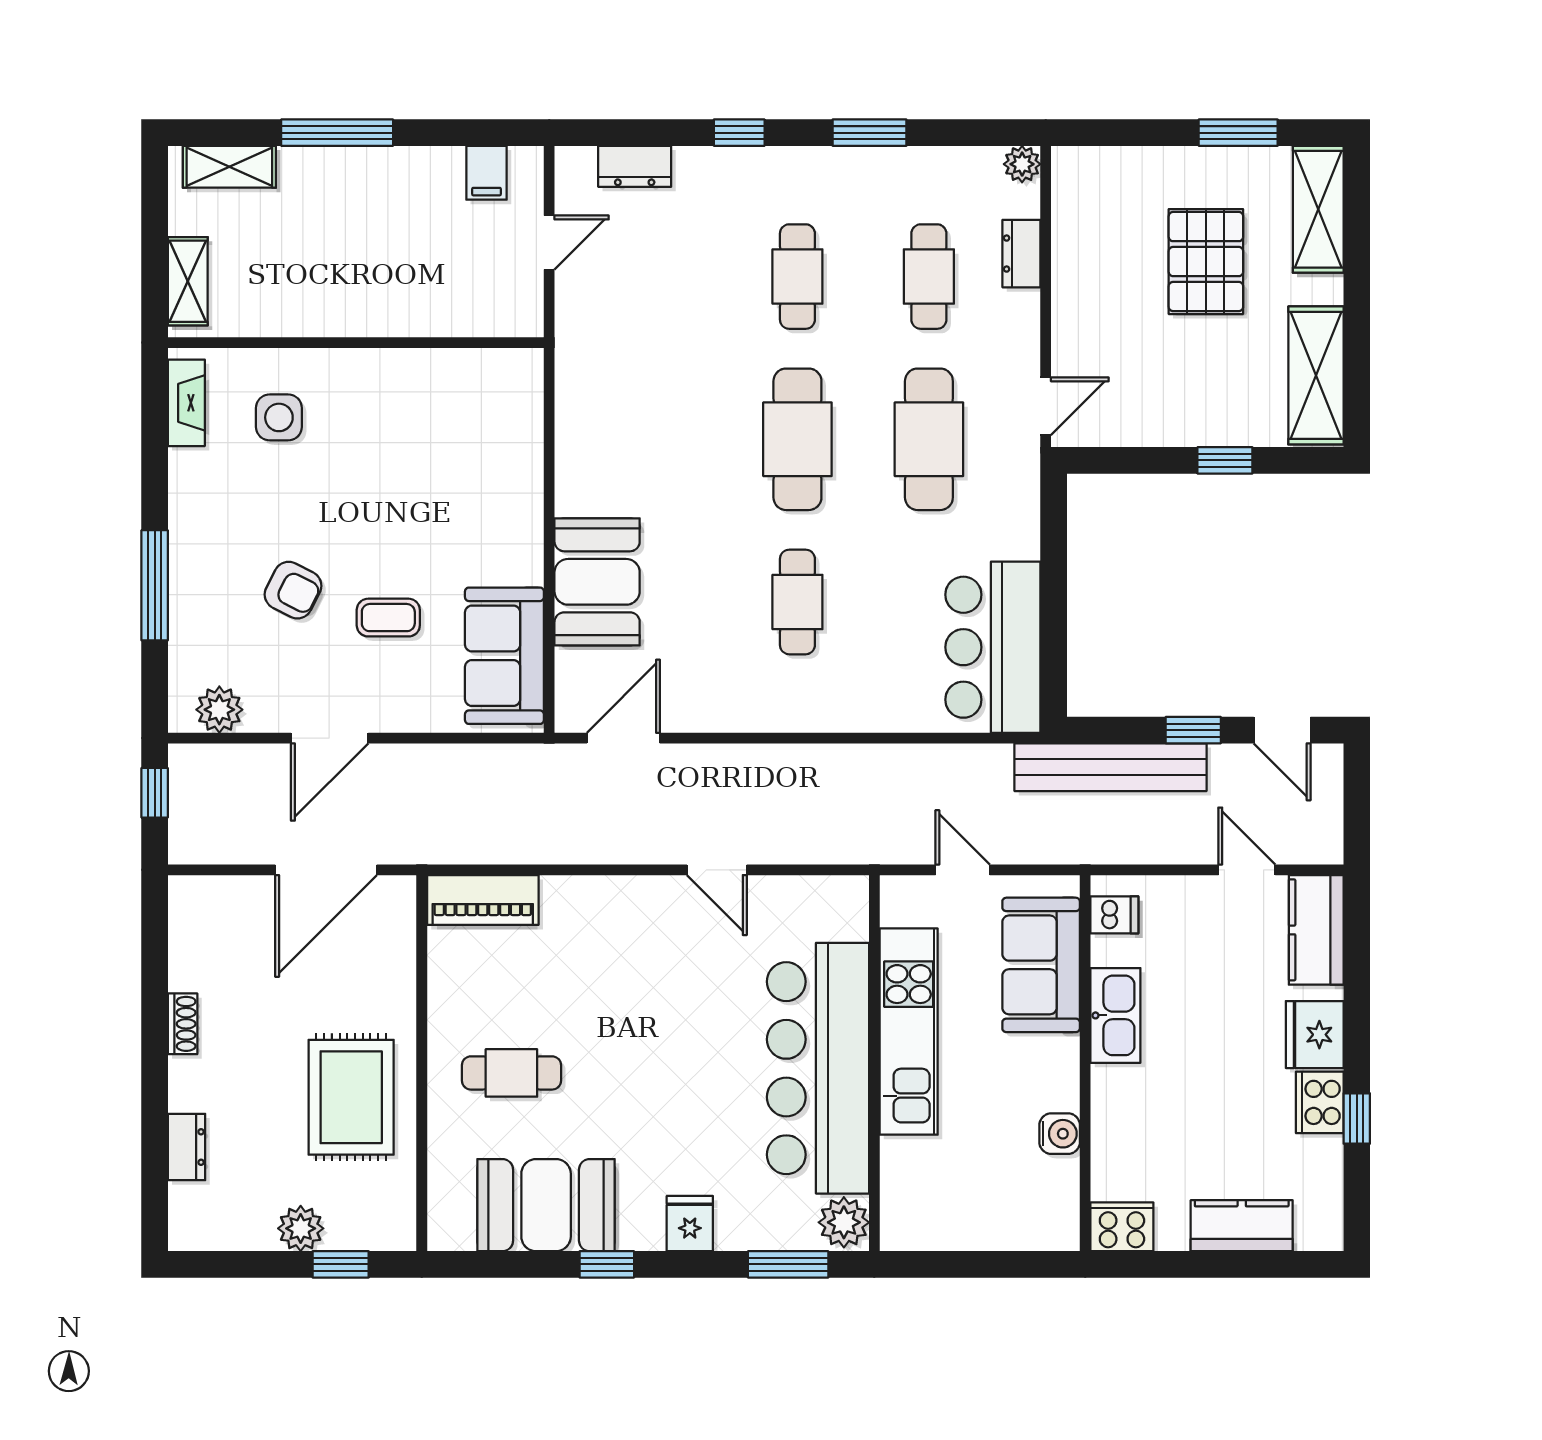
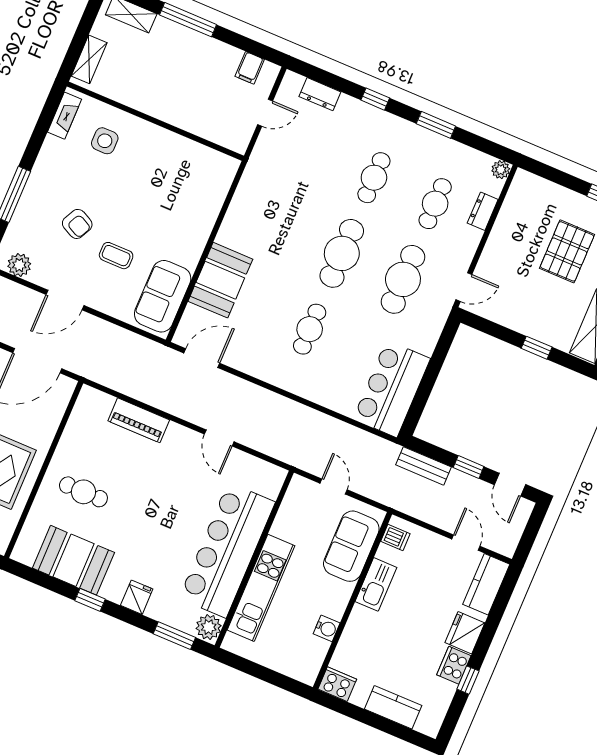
bench: (1110, 767) -> (424, 466), width x0.54, depth x0.82
piano: (483, 900) -> (139, 420), moved
kitchen unit: (909, 1032) -> (261, 588), moved

